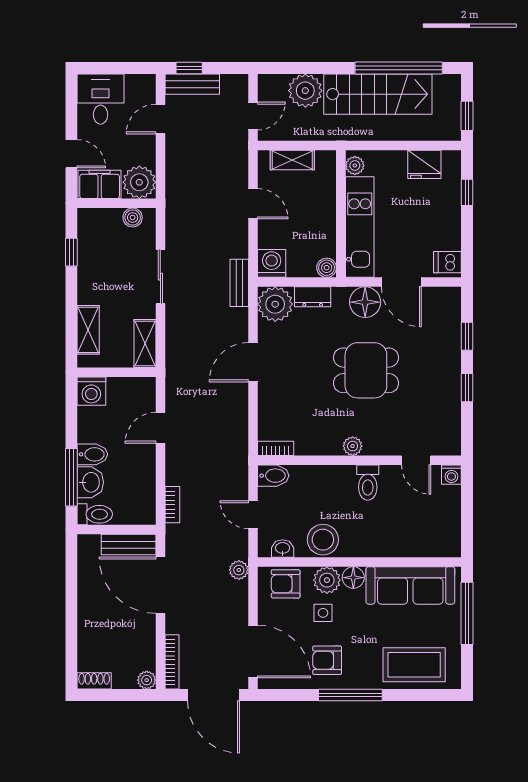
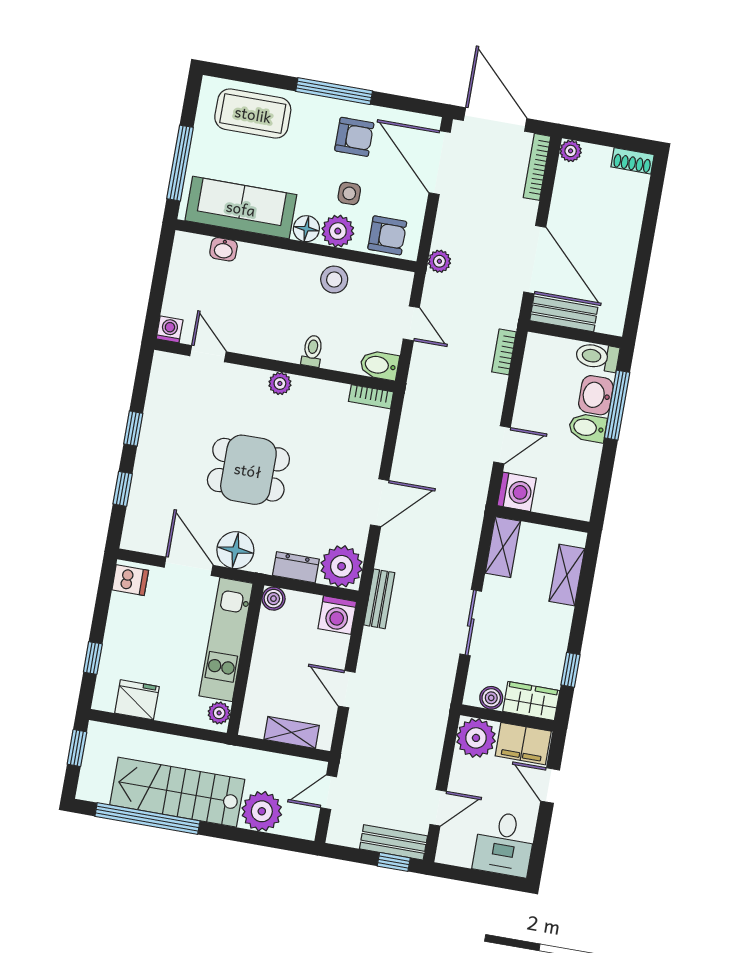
wardrobe: (99, 221) -> (531, 701), added
washing machine: (91, 391) -> (517, 492), moved, turned 90
toilet: (368, 483) -> (312, 351), moved, width x0.73, depth x0.72
stool: (323, 540) -> (334, 280), width x0.73, depth x0.73
washbasin: (283, 548) -> (224, 249), moved

